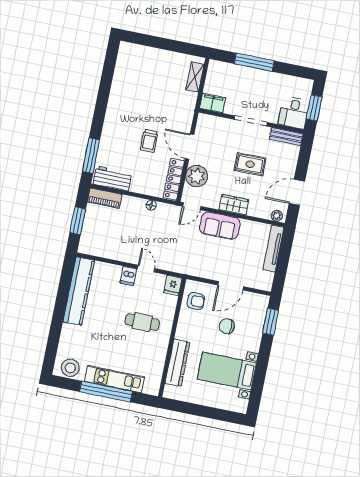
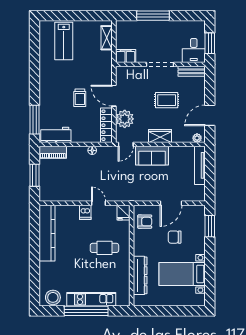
lab bench: (144, 71) -> (64, 41), added

